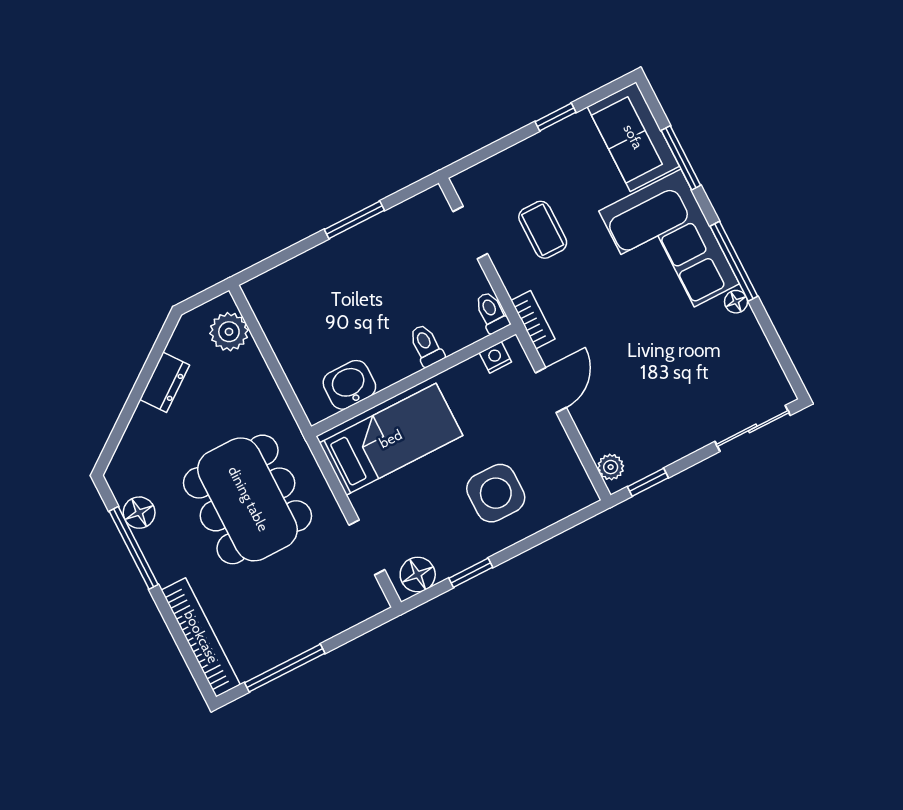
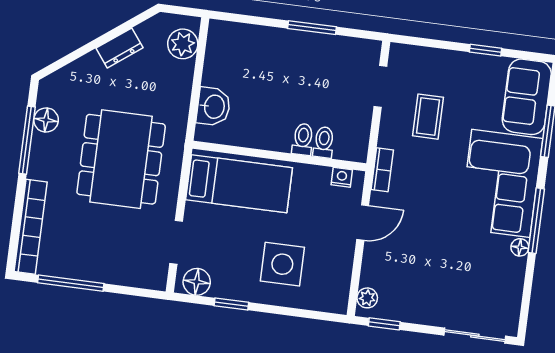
toilet: (492, 312) -> (324, 142), moved
washbasin: (349, 385) -> (213, 107), moved, turned 90

